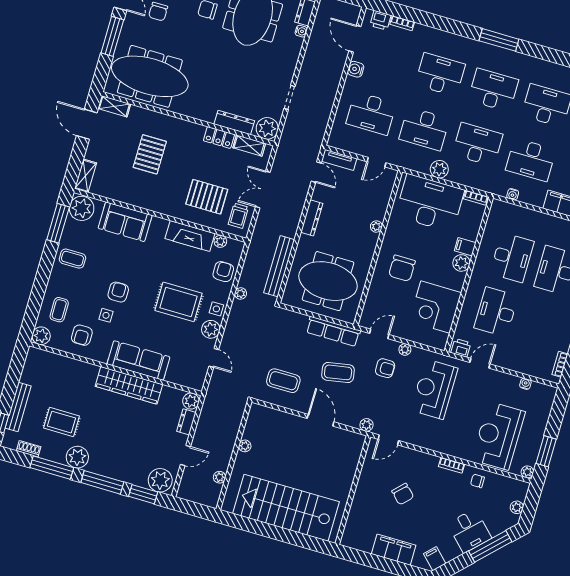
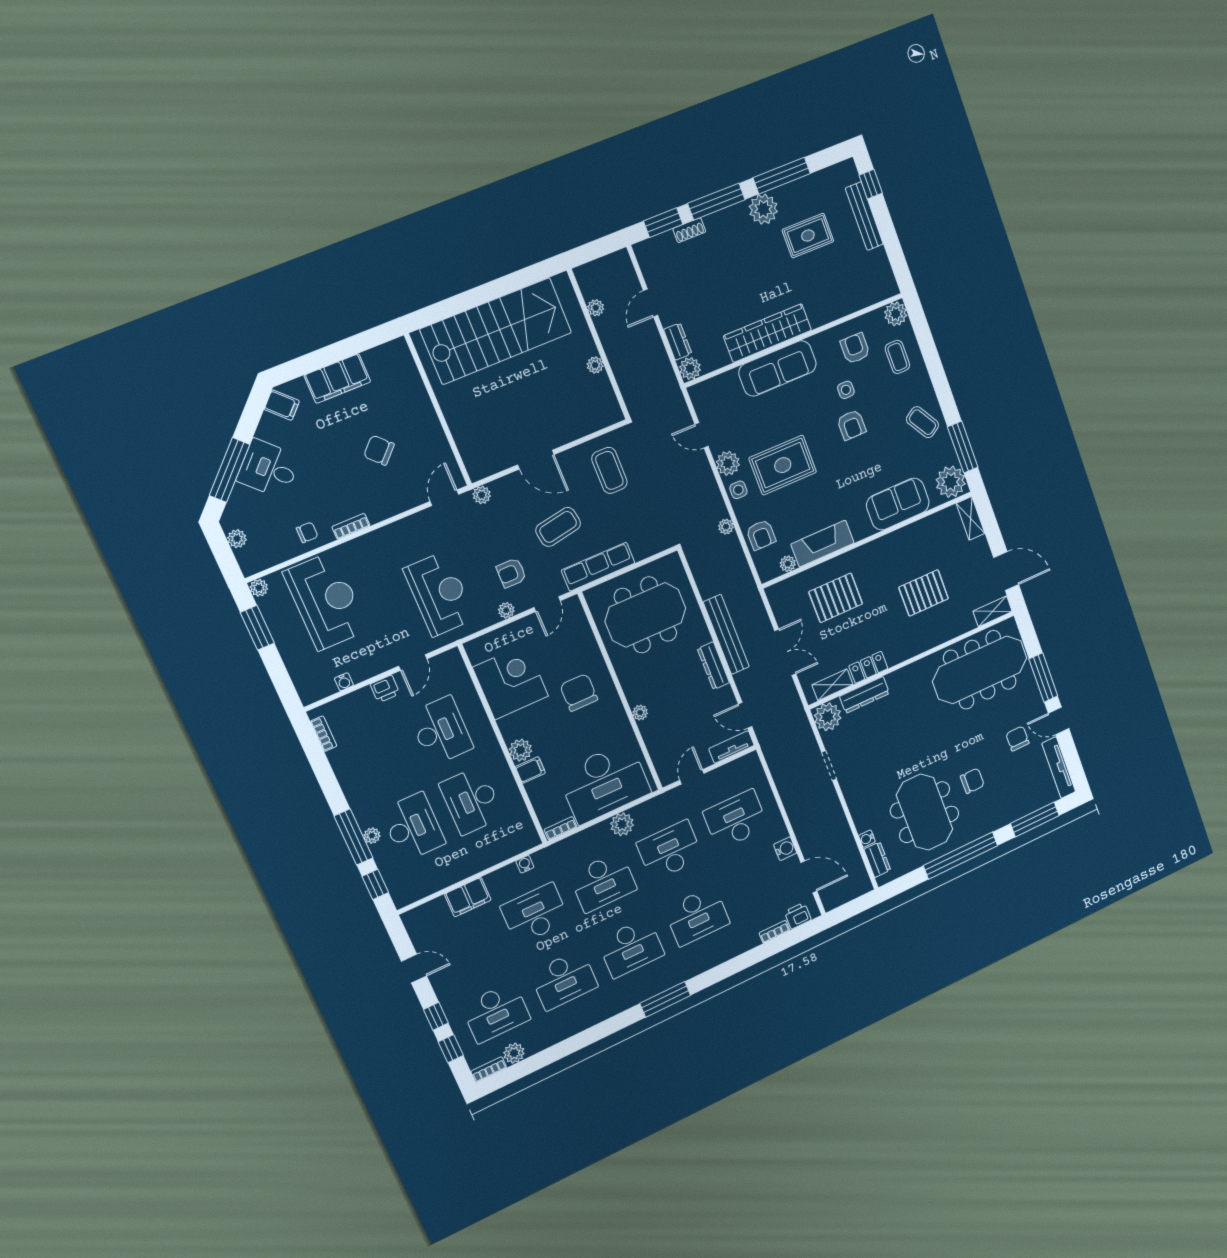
pallet: (150, 154) -> (924, 593), turned 90
trolley: (238, 216) -> (789, 605), removed
coffee table: (72, 259) -> (923, 422), turned 58
bench: (279, 266) -> (726, 634), moved
printer: (461, 348) -> (385, 689), moved
coffee table: (283, 381) -> (609, 470), turned 90
shoe rack: (29, 449) -> (689, 230), moved
plant: (160, 480) -> (657, 253), removed

